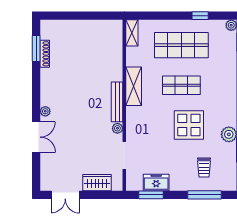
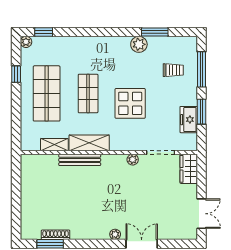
shelving: (132, 33) -> (54, 145), moved
bench: (117, 102) -> (80, 160), moved
display table: (189, 125) -> (130, 103), moved
wardrobe: (97, 183) -> (189, 169), moved
window: (151, 195) -> (201, 112), moved

